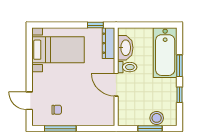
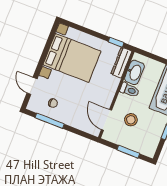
bed with nightstands: (58, 50) -> (72, 58), width x1.36
door: (116, 85) -> (106, 120), moved
stool: (157, 118) -> (131, 120), moved

